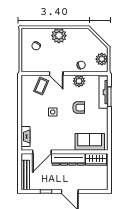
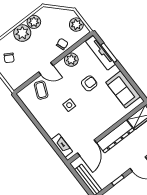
plant: (73, 34) -> (34, 22), added
sofa: (90, 142) -> (123, 89), moved, turned -90

